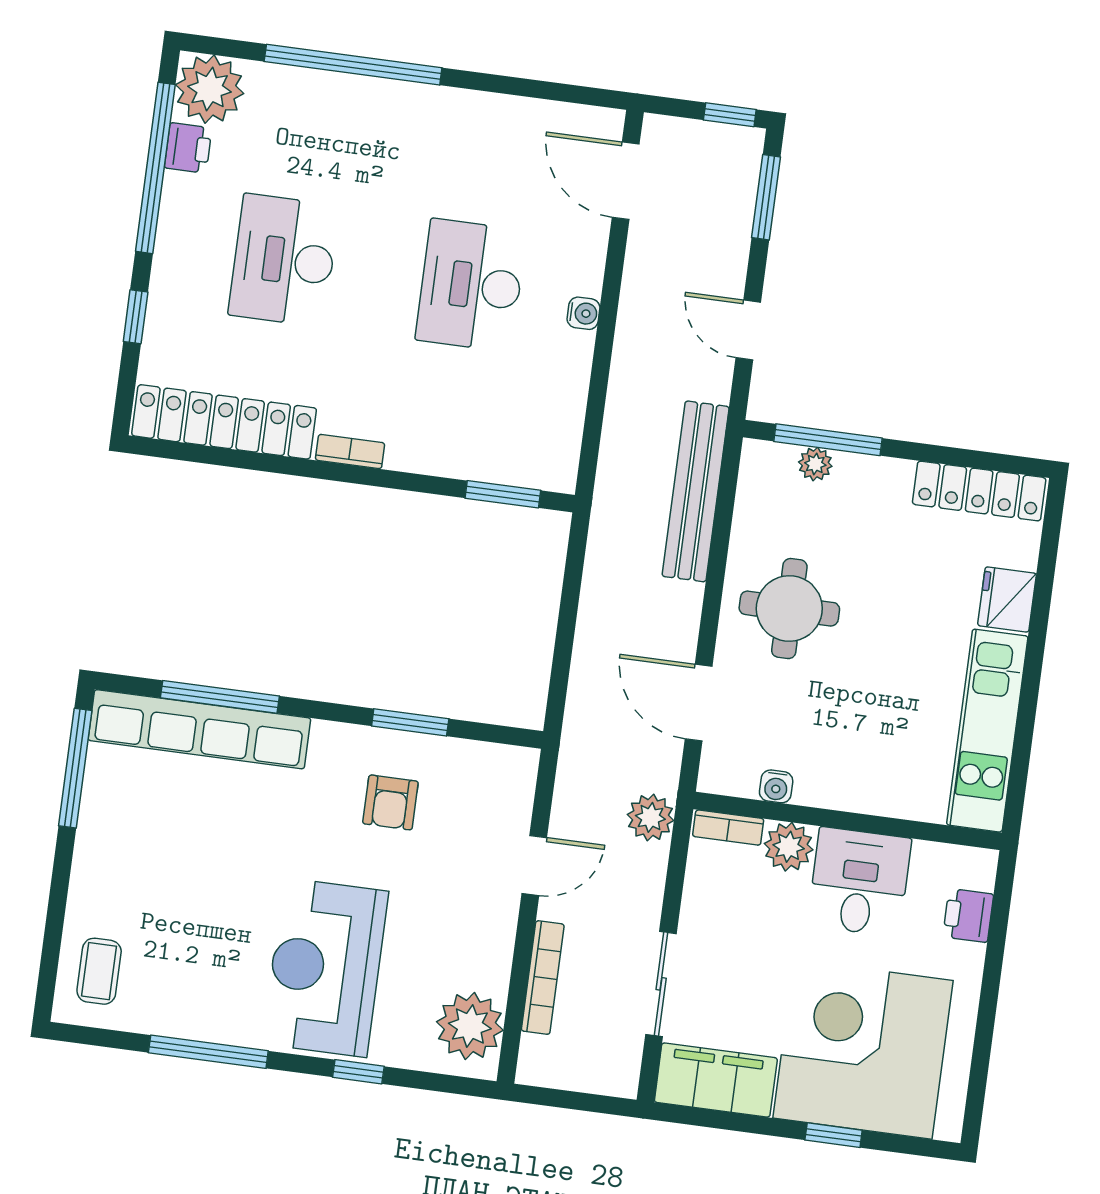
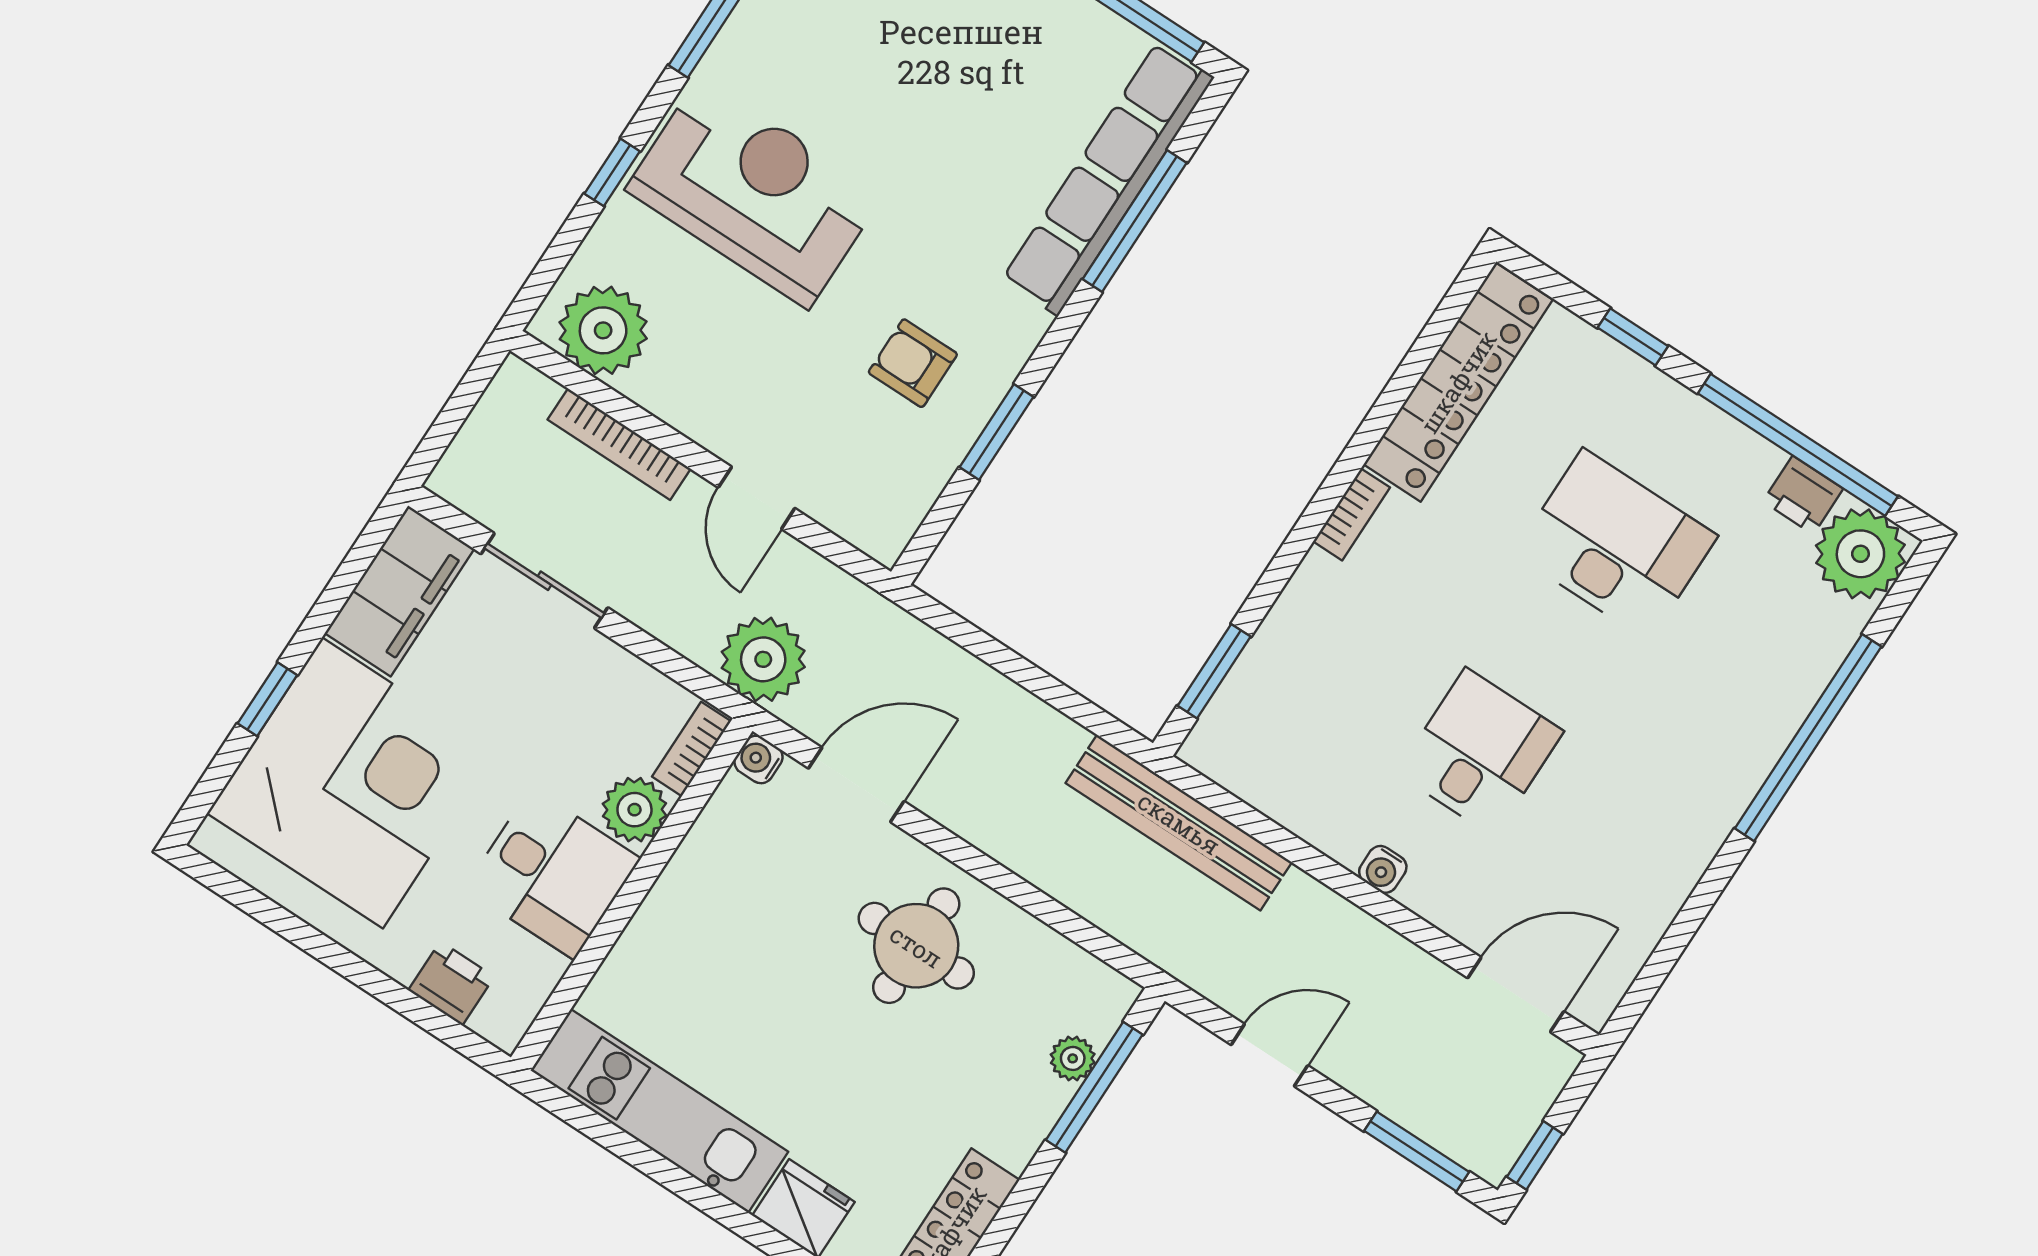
desk: (471, 285) -> (1480, 752), width x0.73
bench: (696, 491) -> (1179, 823), moved
water cooler: (776, 786) -> (759, 759), moved
plant: (650, 817) -> (763, 659), width x1.36, depth x1.36

